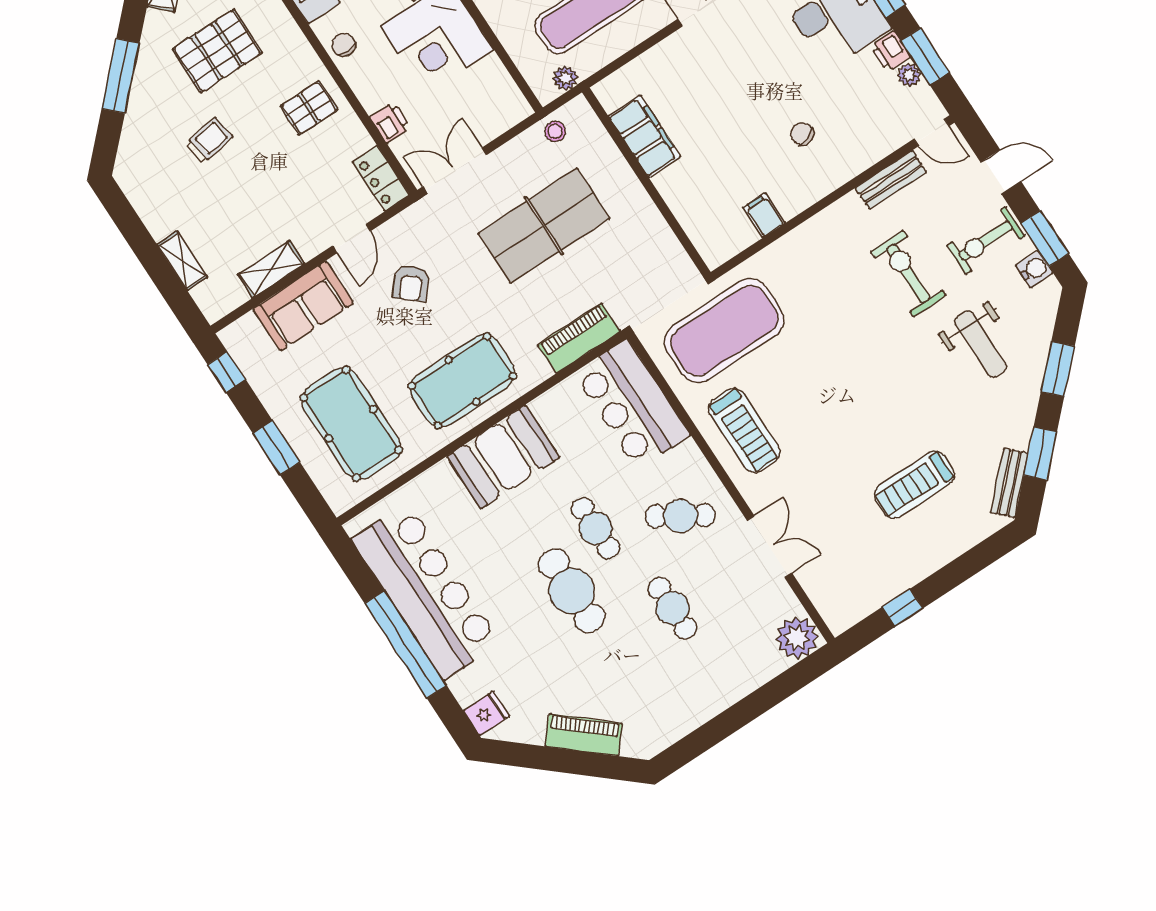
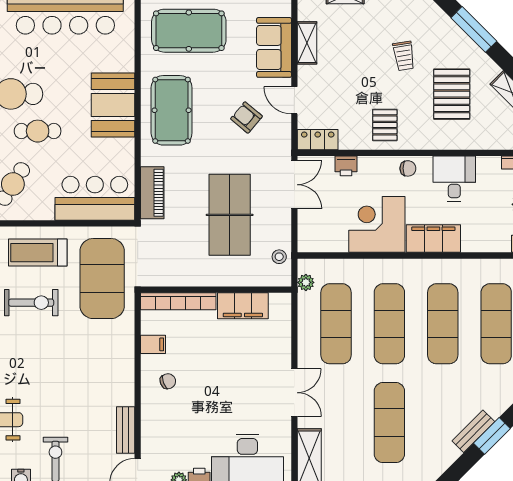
chair: (802, 134) -> (168, 381), moved
bookcase: (691, 219) -> (178, 301), added
exercise bike: (908, 274) -> (31, 303), moved

